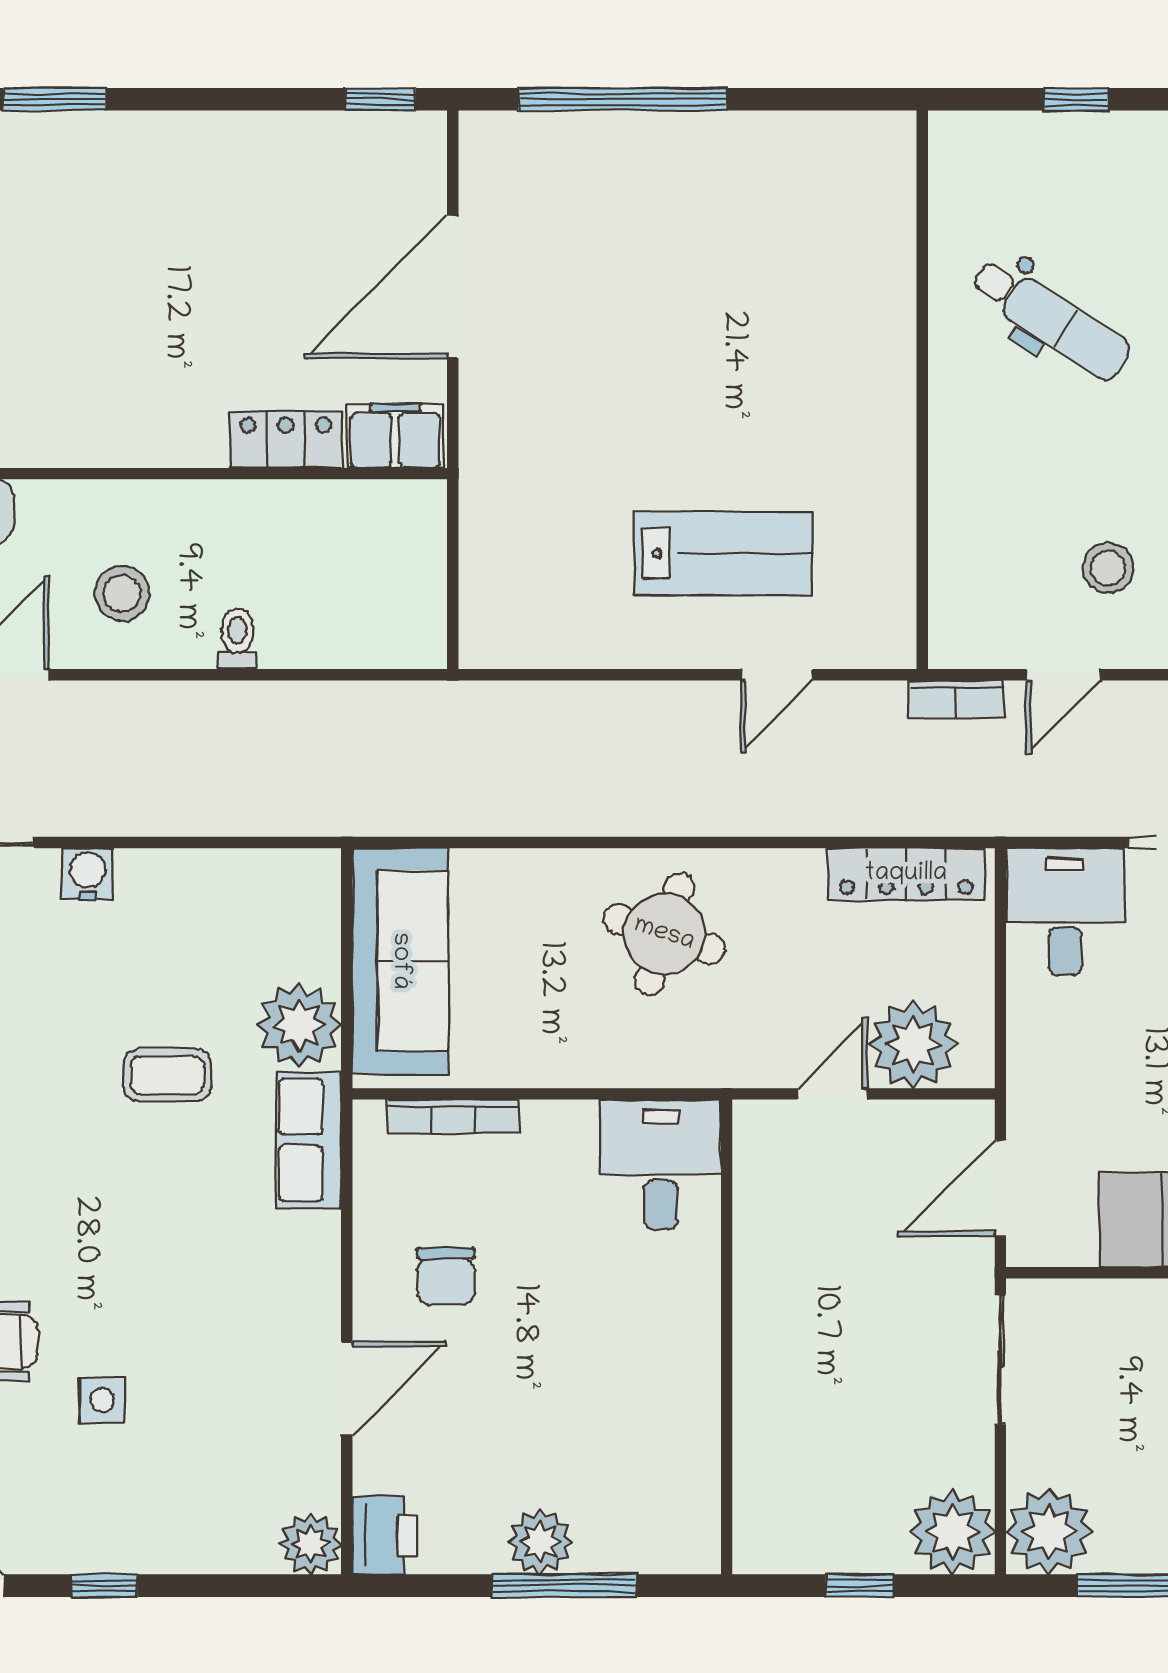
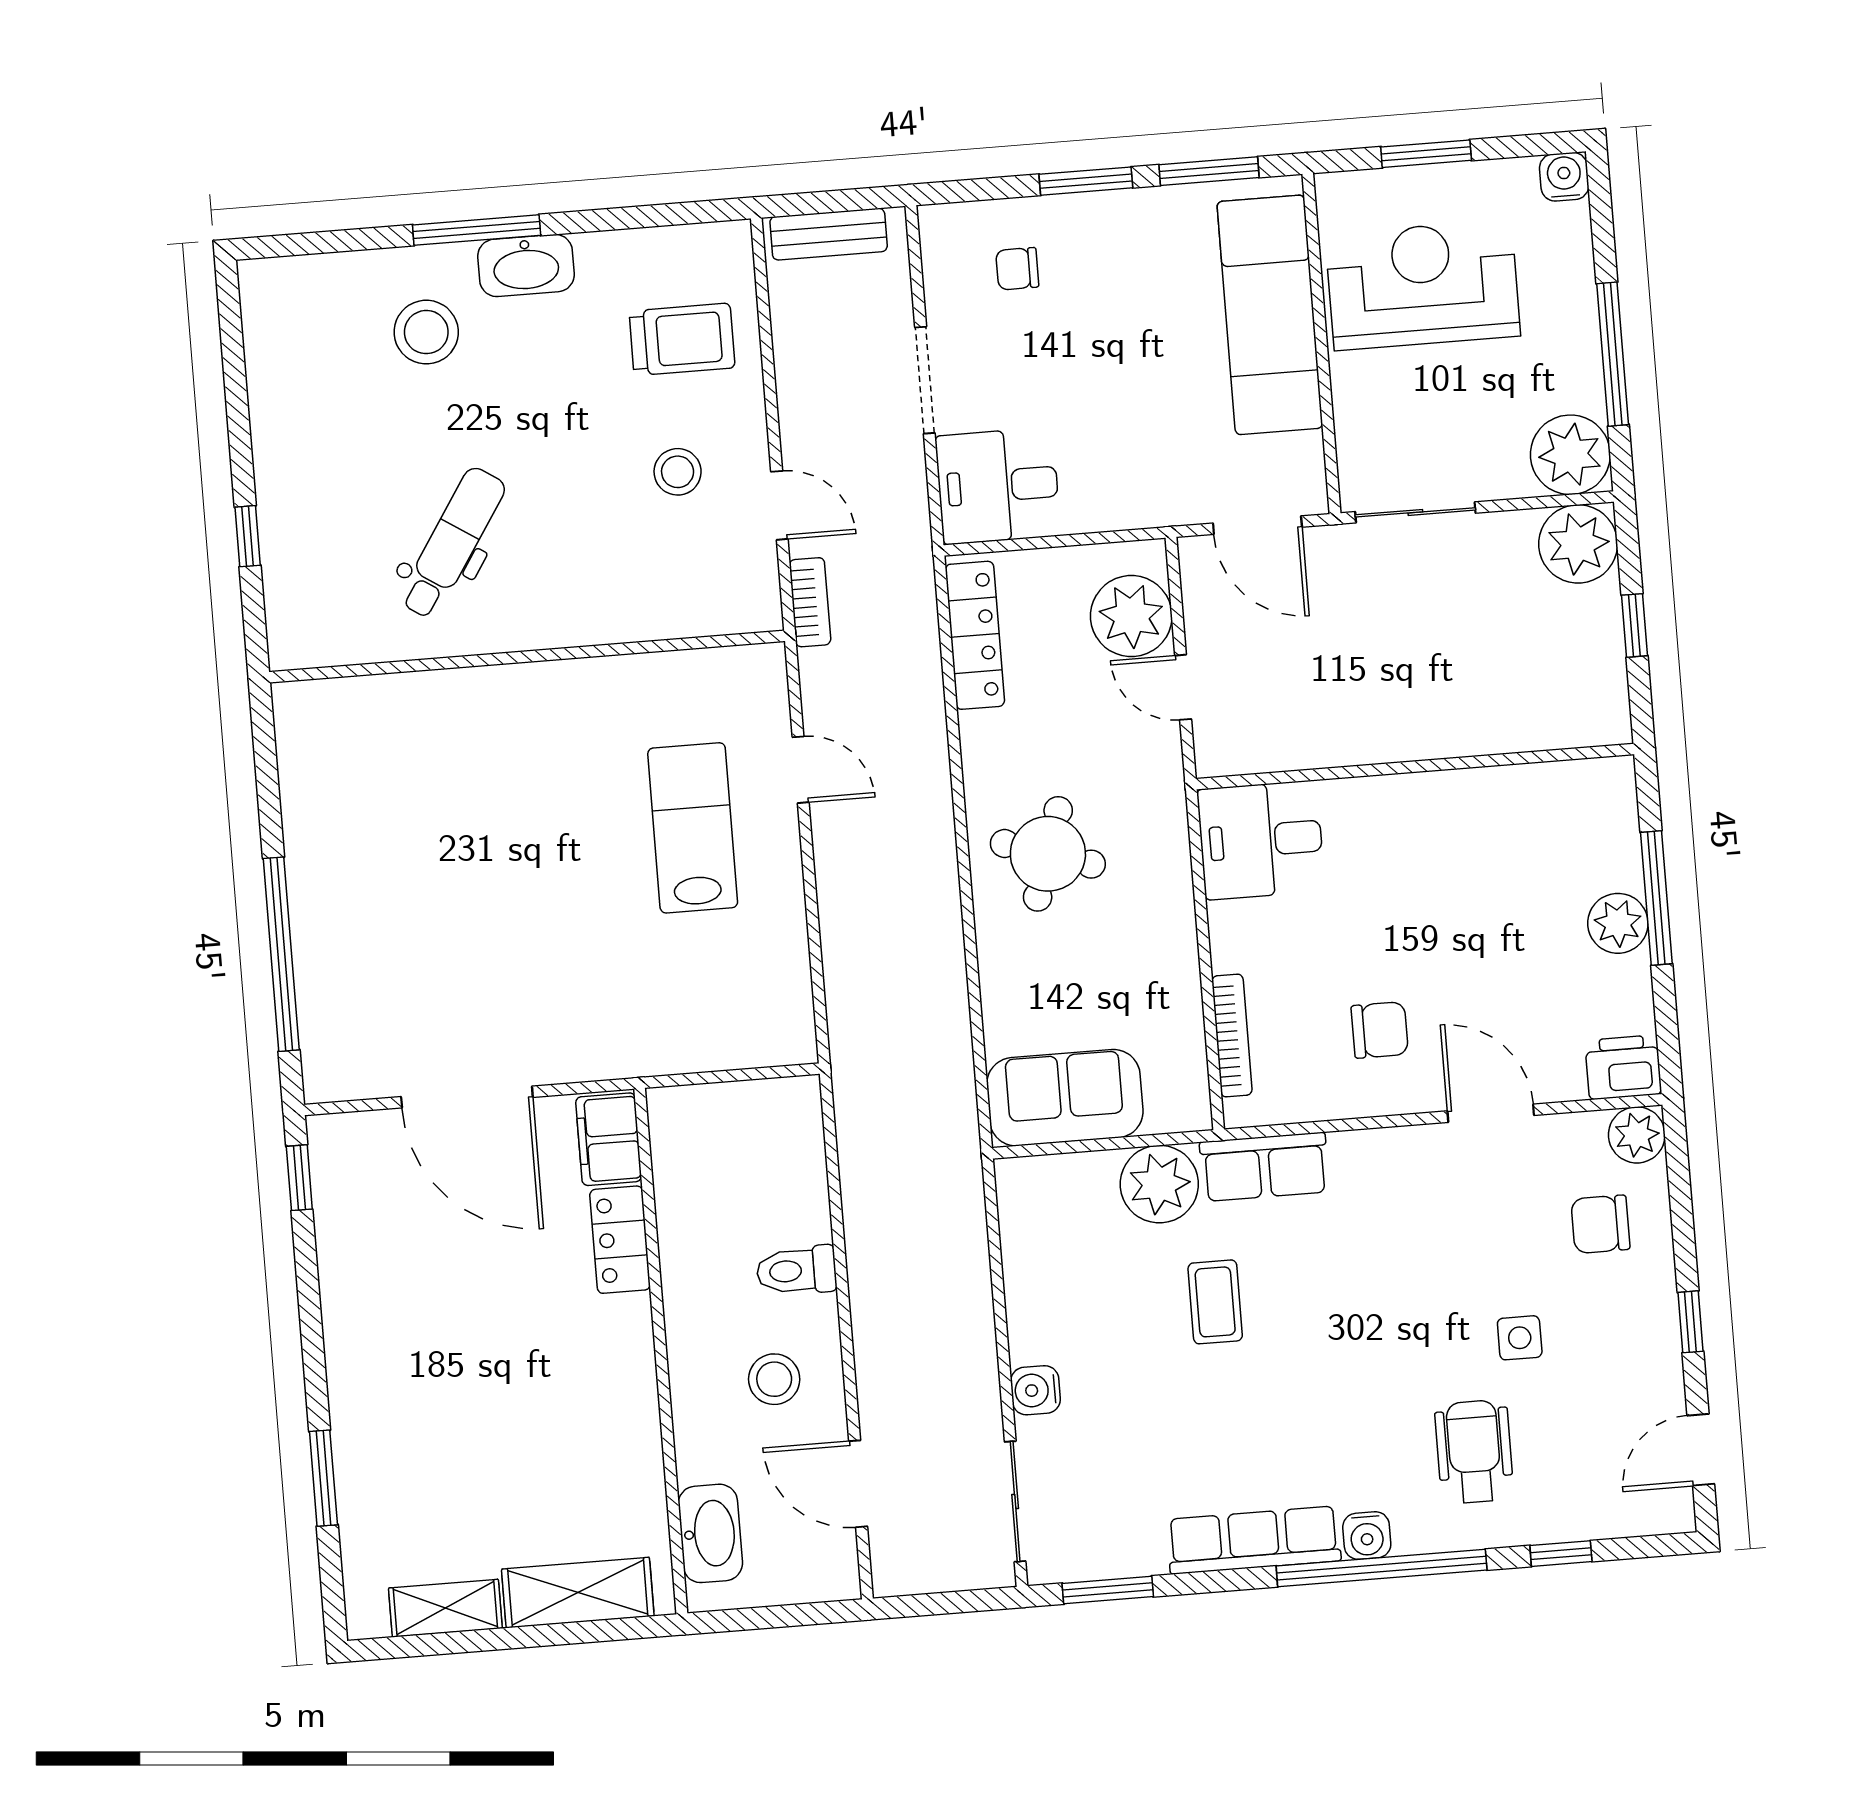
toilet: (237, 639) -> (797, 1270), width x1.37, depth x1.39
sofa: (400, 961) -> (1065, 1098), width x0.73
chair: (218, 1497) -> (1600, 1224), added

